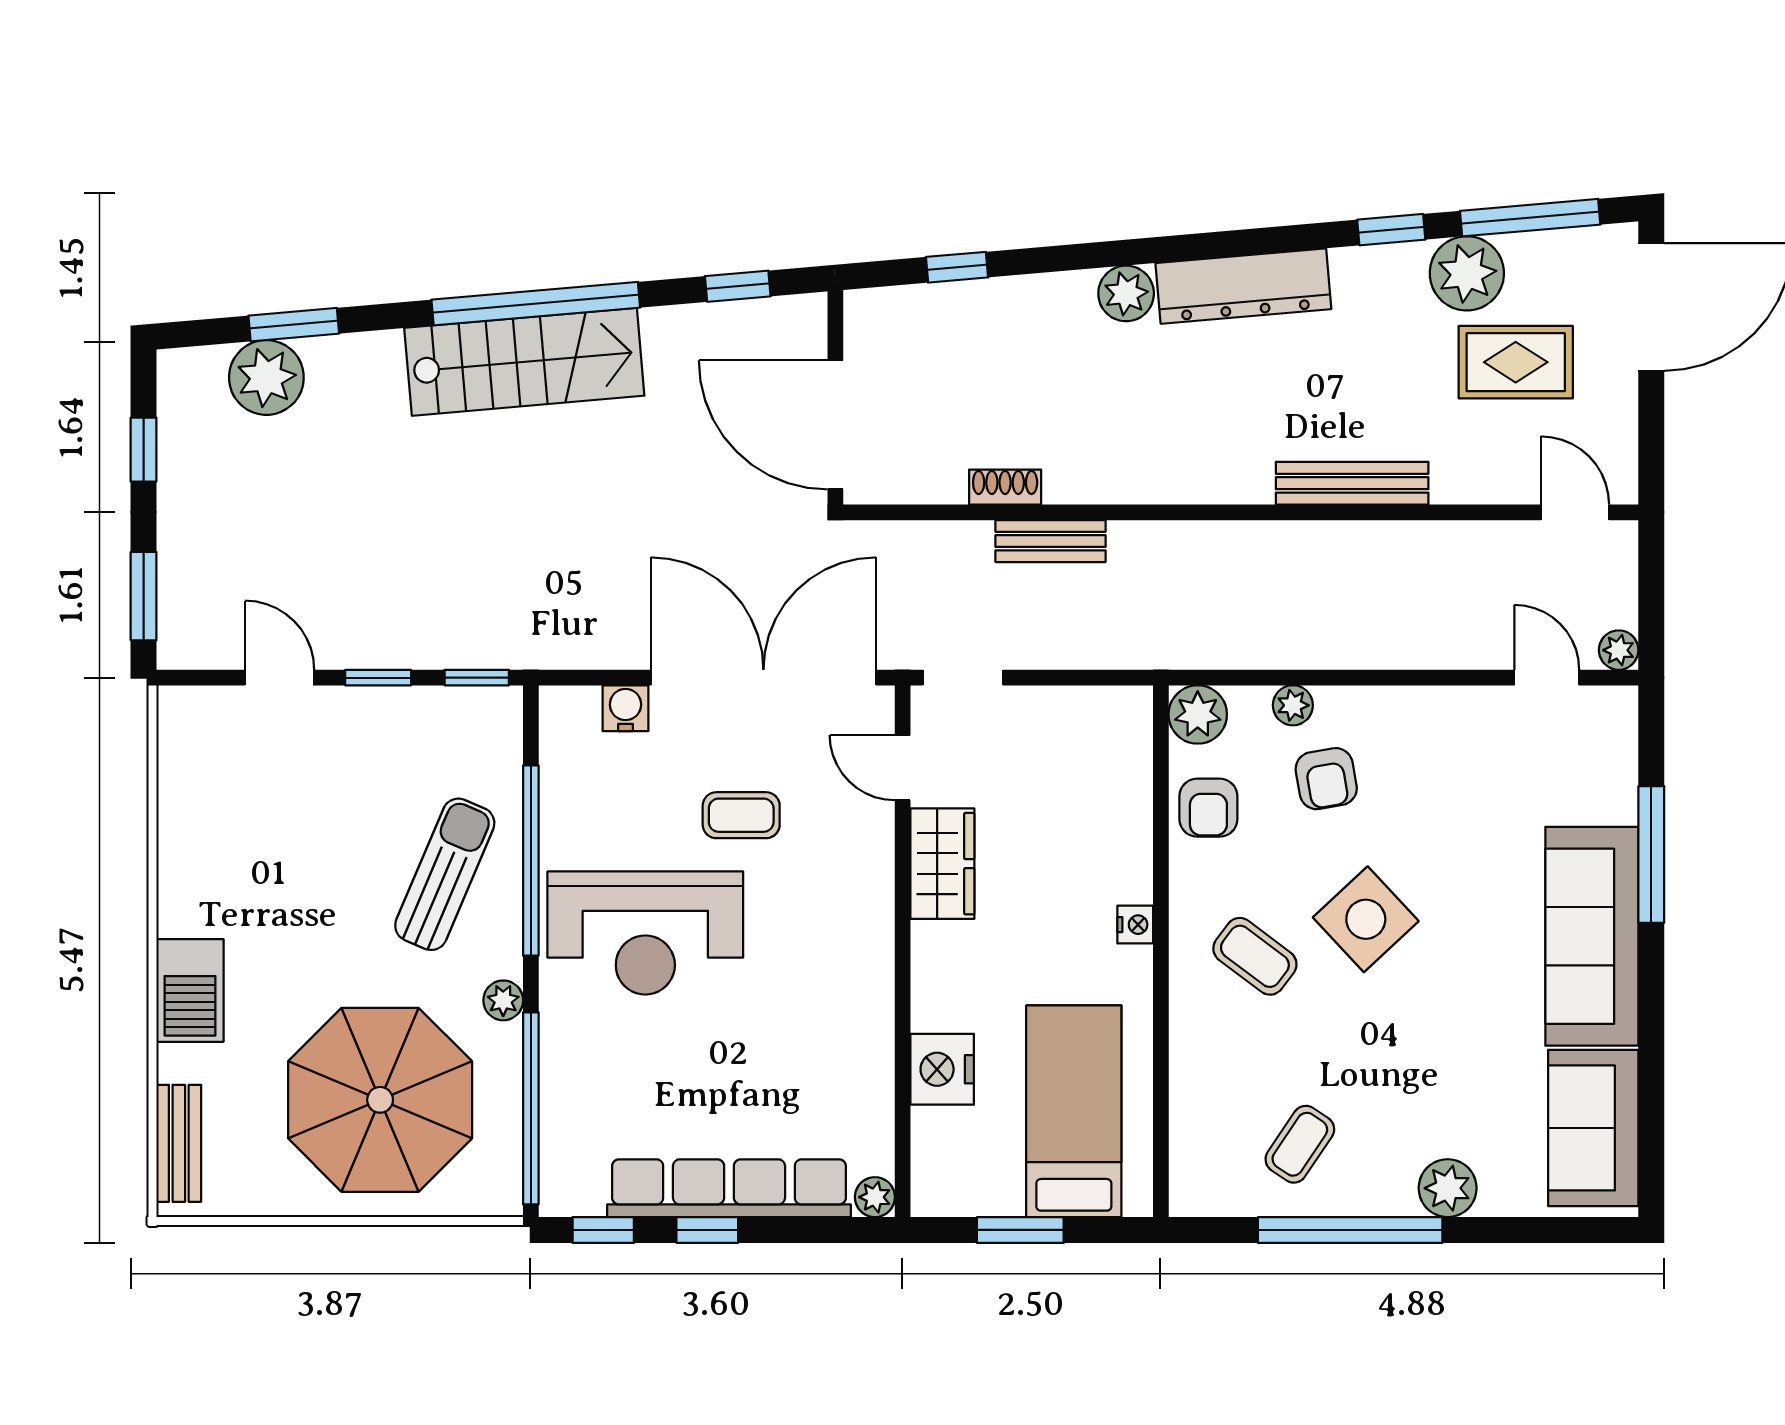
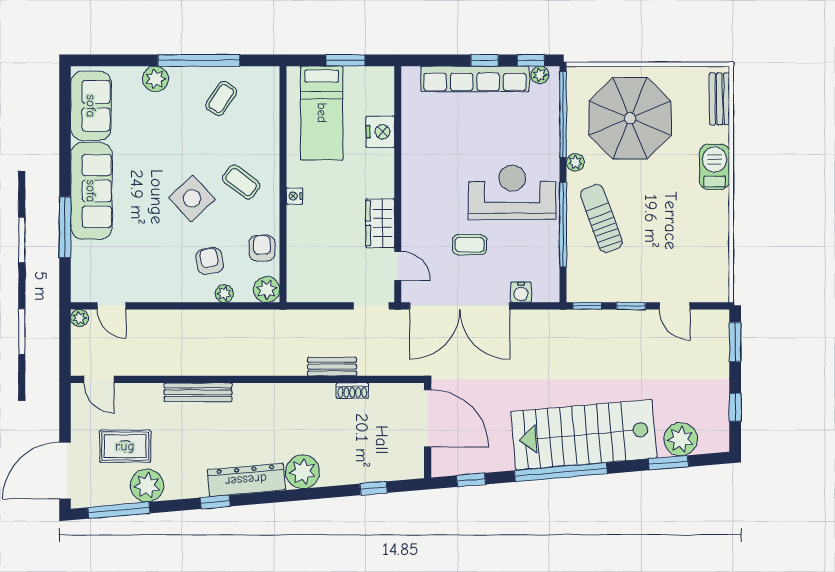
window: (1391, 230) -> (215, 502), moved
plant: (1126, 293) -> (303, 472), width x1.36, depth x1.36
stairs: (524, 362) -> (584, 435), width x1.36, depth x1.51
sun lounger: (445, 874) -> (601, 218), turned 137
plant: (875, 1197) -> (540, 75), moved

